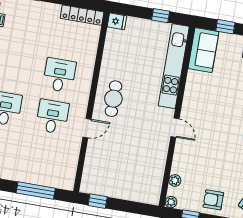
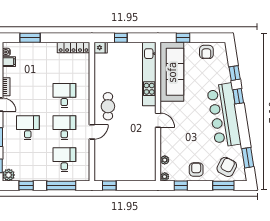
window: (161, 16) -> (121, 38), moved
sofa: (203, 50) -> (172, 72), width x1.85, depth x1.27
desk: (45, 158) -> (64, 160), added
armchair: (213, 200) -> (196, 170), turned 90

